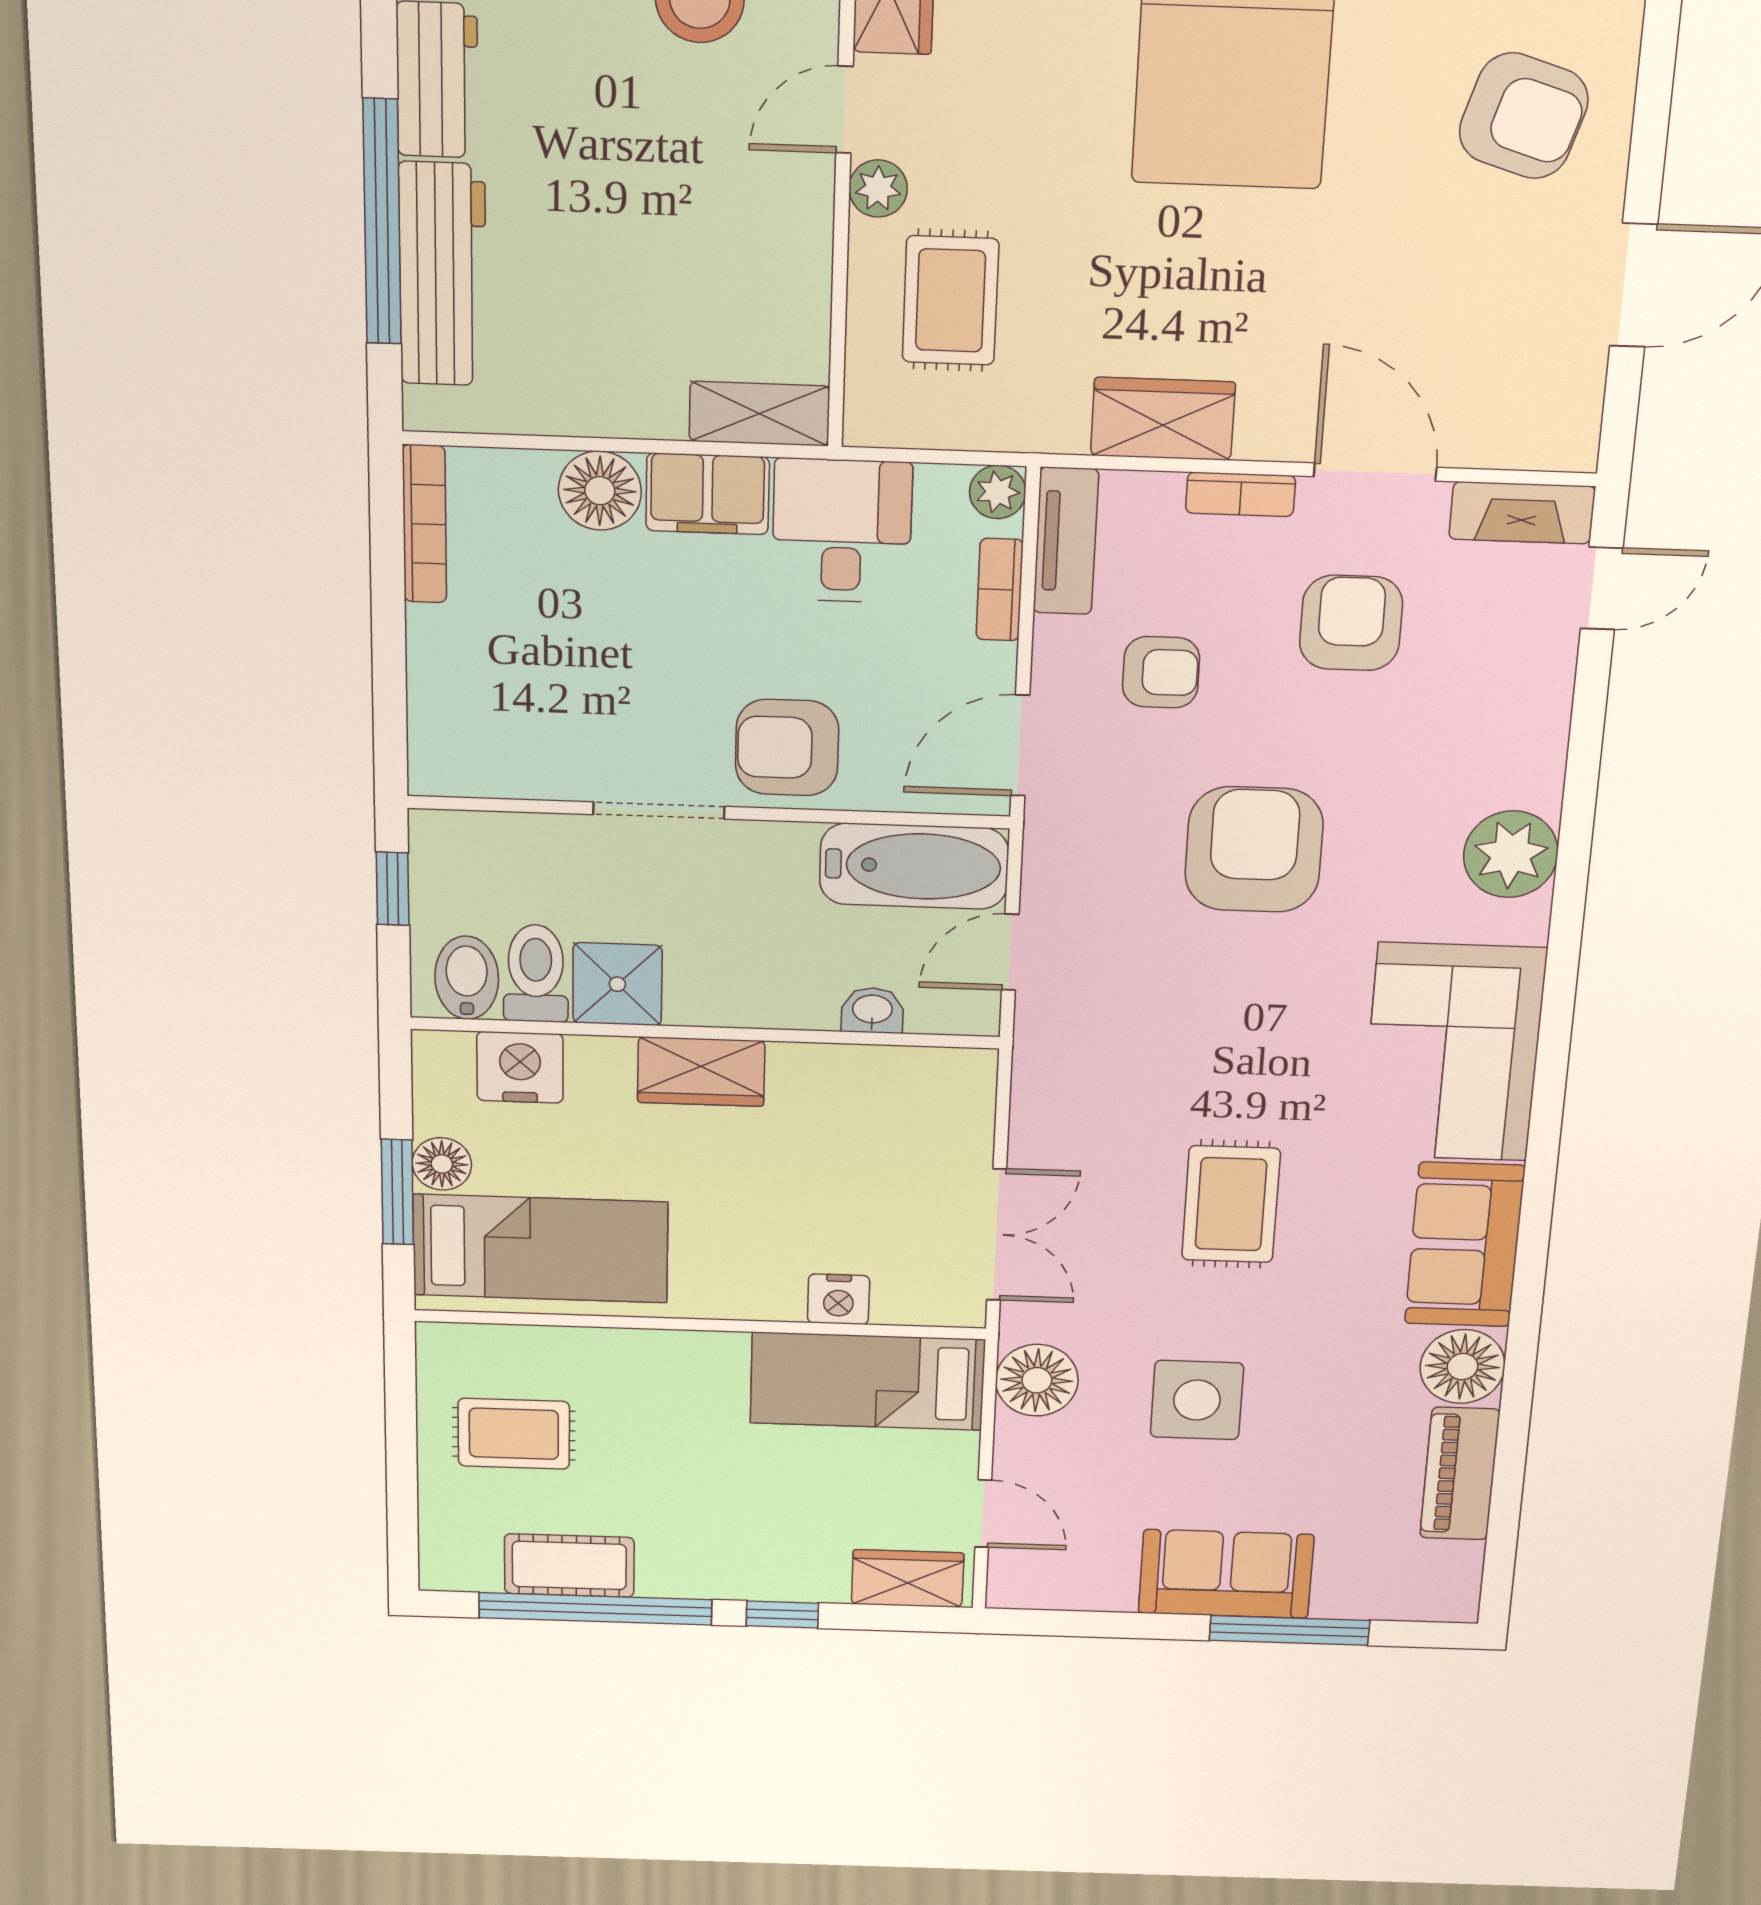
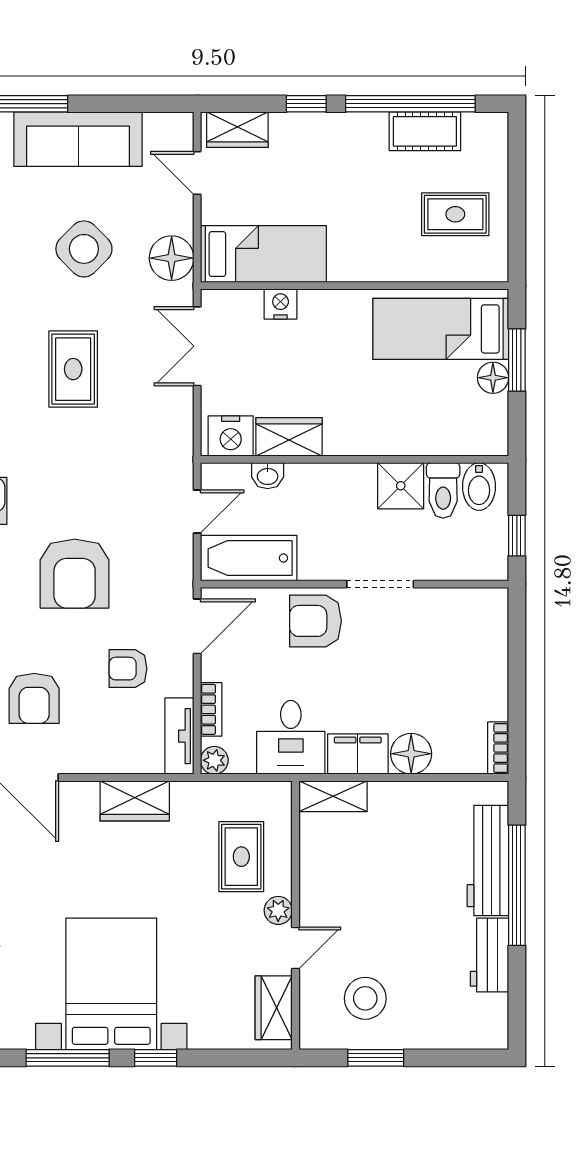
bookcase: (1241, 494) -> (94, 764), removed
bookcase: (424, 524) -> (498, 748), width x0.64
armchair: (787, 748) -> (315, 621), turned 180
nightstand: (520, 1067) -> (231, 436), moved
wardrobe: (701, 1072) -> (289, 437), moved
side table: (1197, 1400) -> (84, 249), turned 45
sofa: (1226, 1574) -> (78, 139), width x1.36

